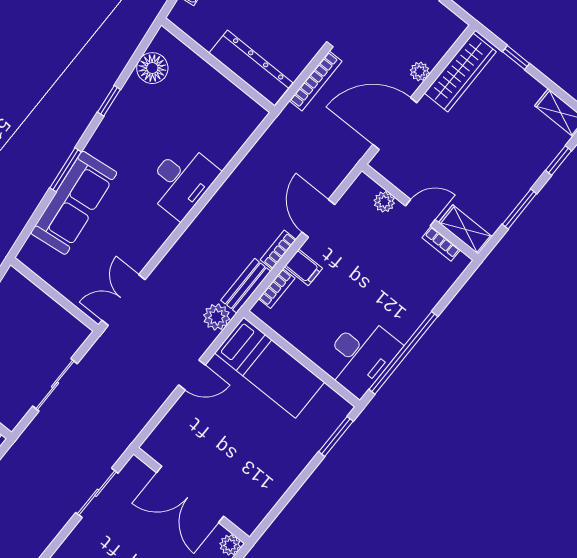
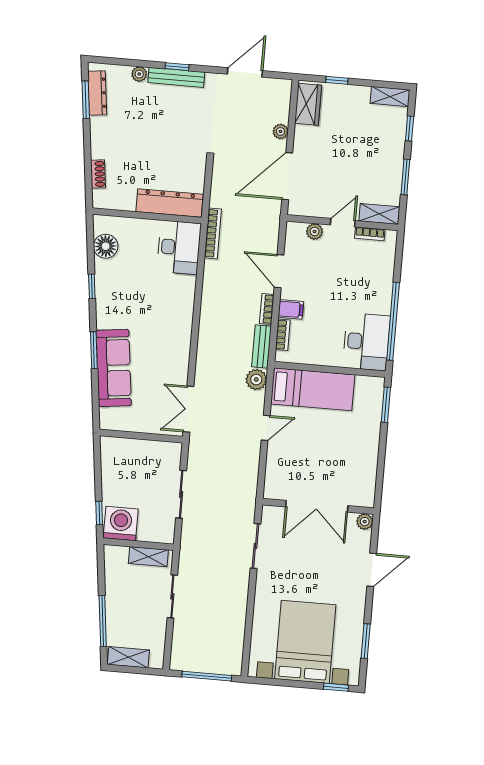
wardrobe: (460, 72) -> (308, 104), width x0.67
bookcase: (316, 81) -> (213, 233), moved
desk: (181, 181) -> (179, 247), moved

